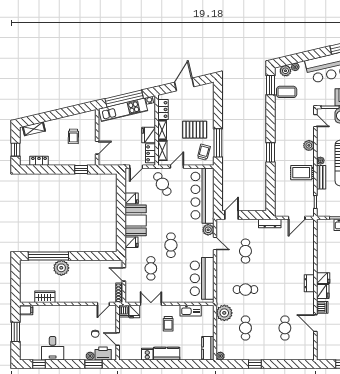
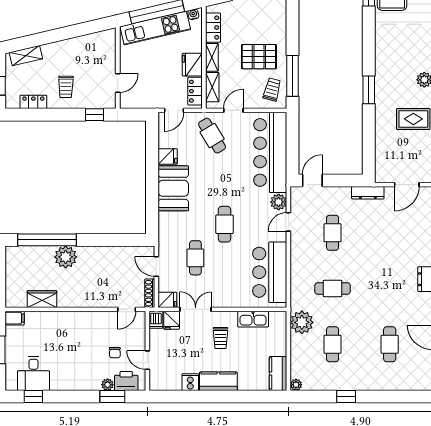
trolley: (73, 136) -> (66, 87), moved
fridge: (131, 242) -> (167, 300), moved
door: (215, 244) -> (288, 222), swing flipped
desk: (53, 348) -> (34, 373), moved

